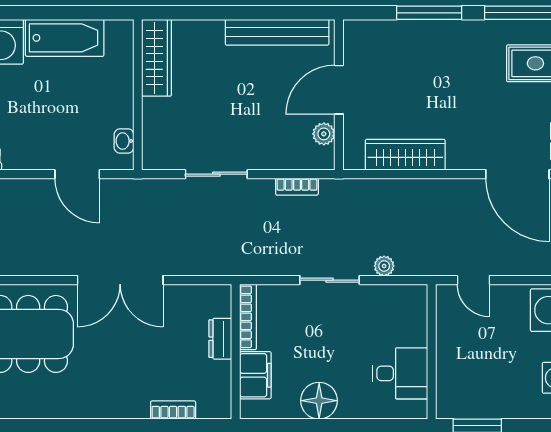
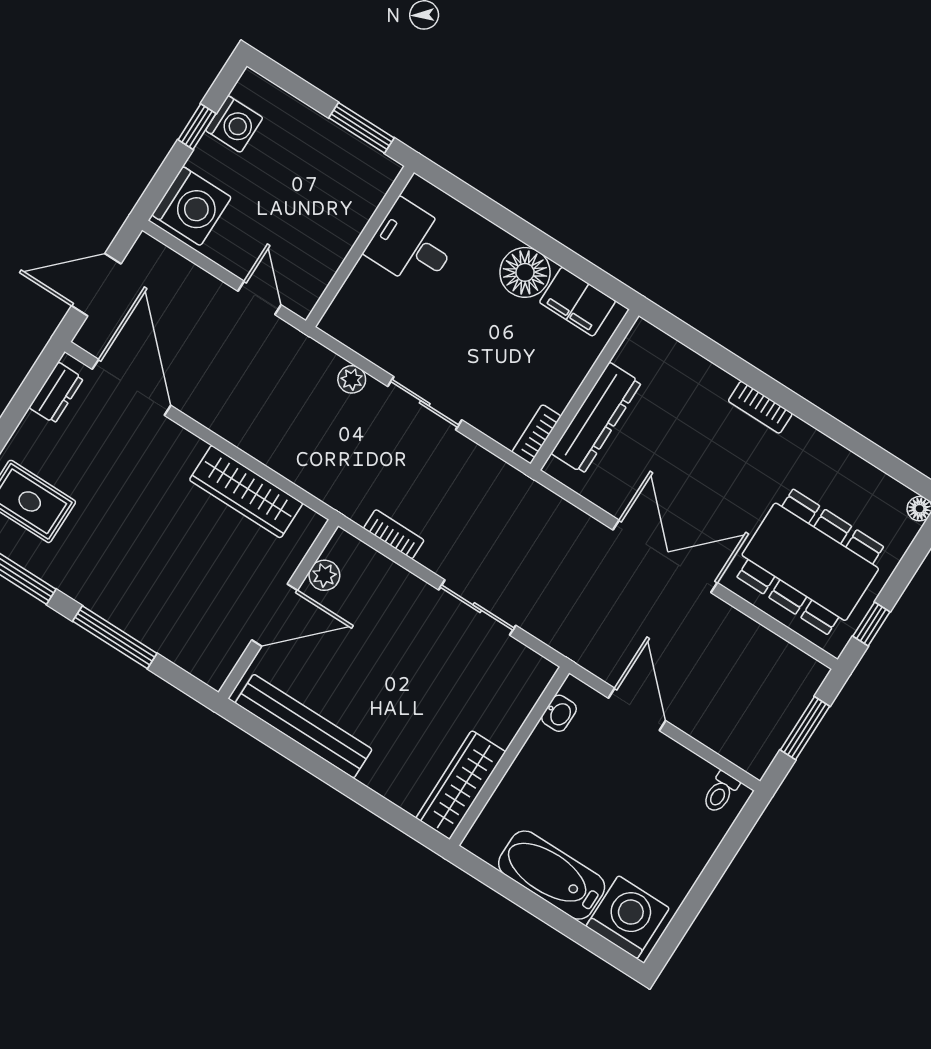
bookcase: (248, 317) -> (537, 434), width x0.64
dresser: (220, 339) -> (596, 418), width x1.96, depth x1.24
filing cabinet: (255, 375) -> (578, 302), moved, turned -90
bookcase: (173, 410) -> (760, 407), moved

